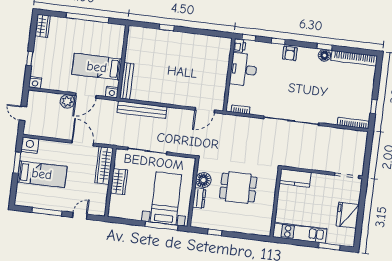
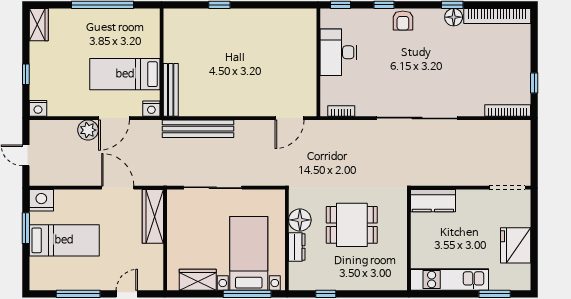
printer: (239, 46) -> (328, 18), removed
wardrobe: (119, 181) -> (198, 280), moved, turned -90

